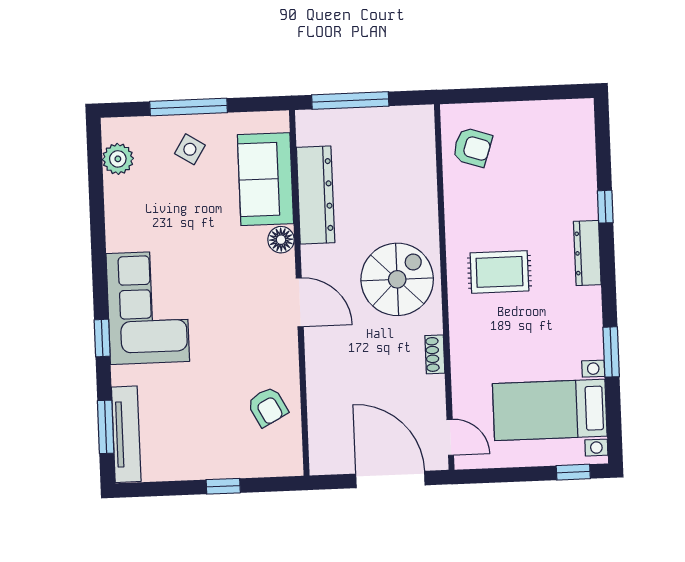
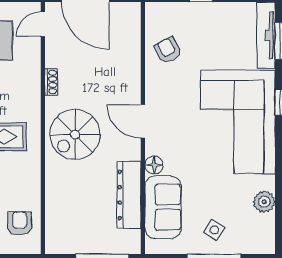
armchair: (472, 147) -> (20, 223), turned 72
plant: (118, 159) -> (264, 202), moved
corner sofa: (148, 308) -> (238, 122), width x1.36, depth x1.36
door: (450, 437) -> (43, 24), hinge flipped

